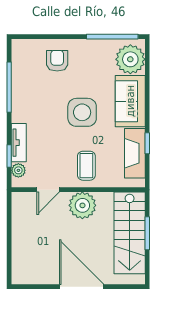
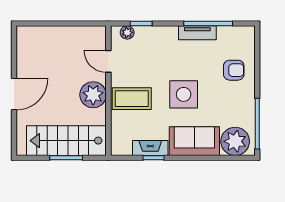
tv unit: (19, 143) -> (197, 33), moved
fireplace: (135, 153) -> (150, 148), width x0.73, depth x0.76
coffee table: (86, 166) -> (132, 99), width x1.36, depth x1.30
door: (82, 287) -> (14, 94), width x0.73

